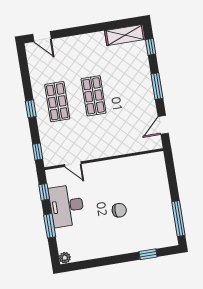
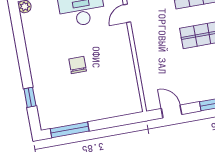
chair: (119, 210) -> (78, 65), turned 180

